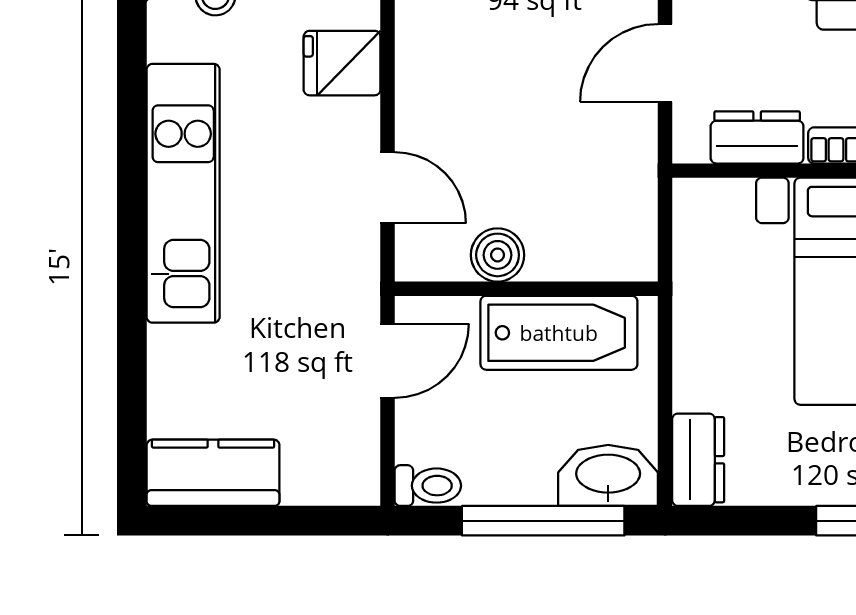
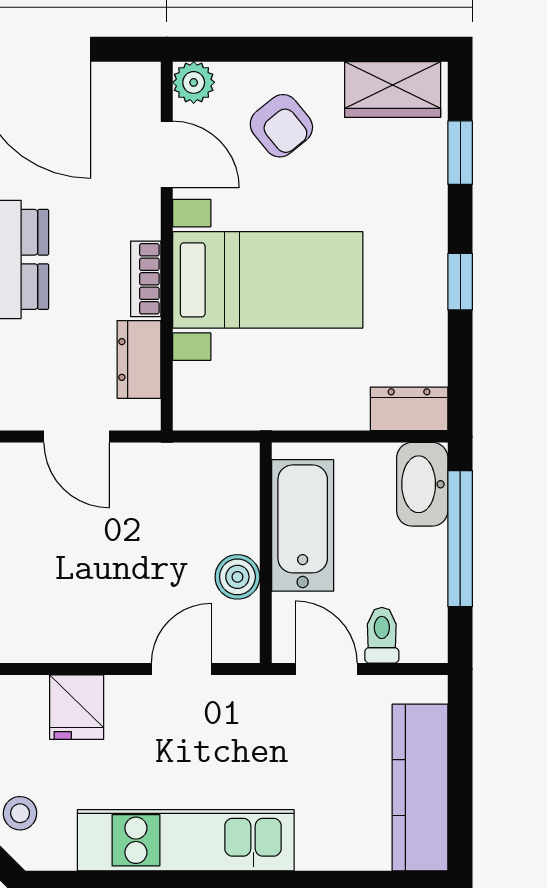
kitchen counter: (213, 473) -> (420, 787), width x1.50
toilet: (428, 486) -> (382, 635), moved

